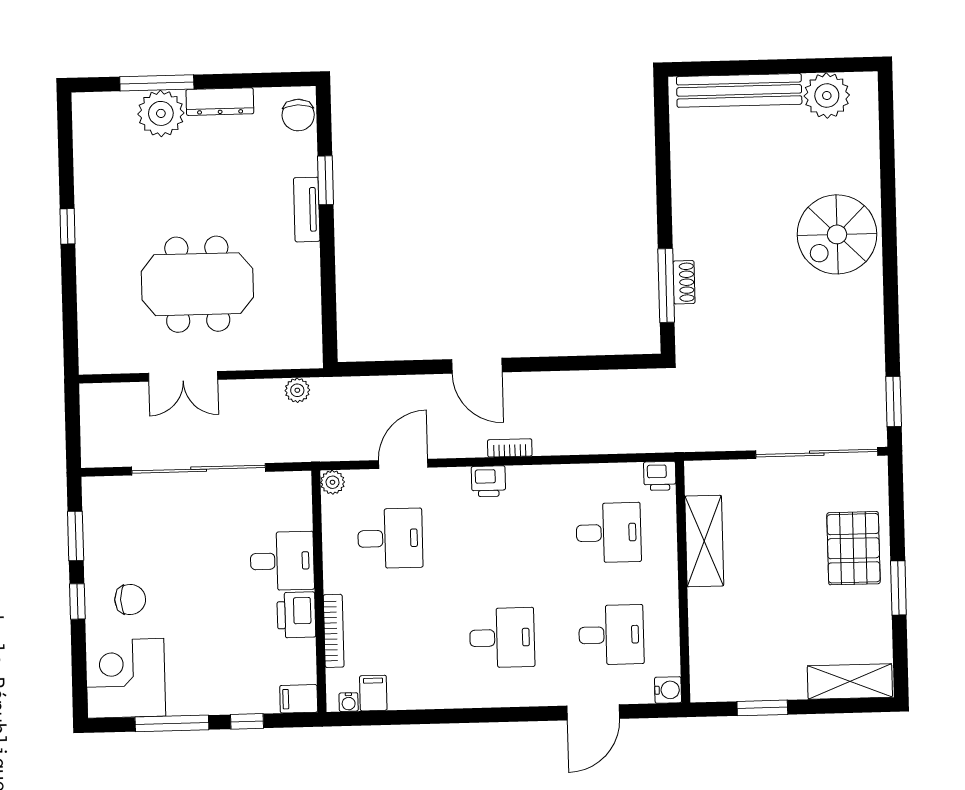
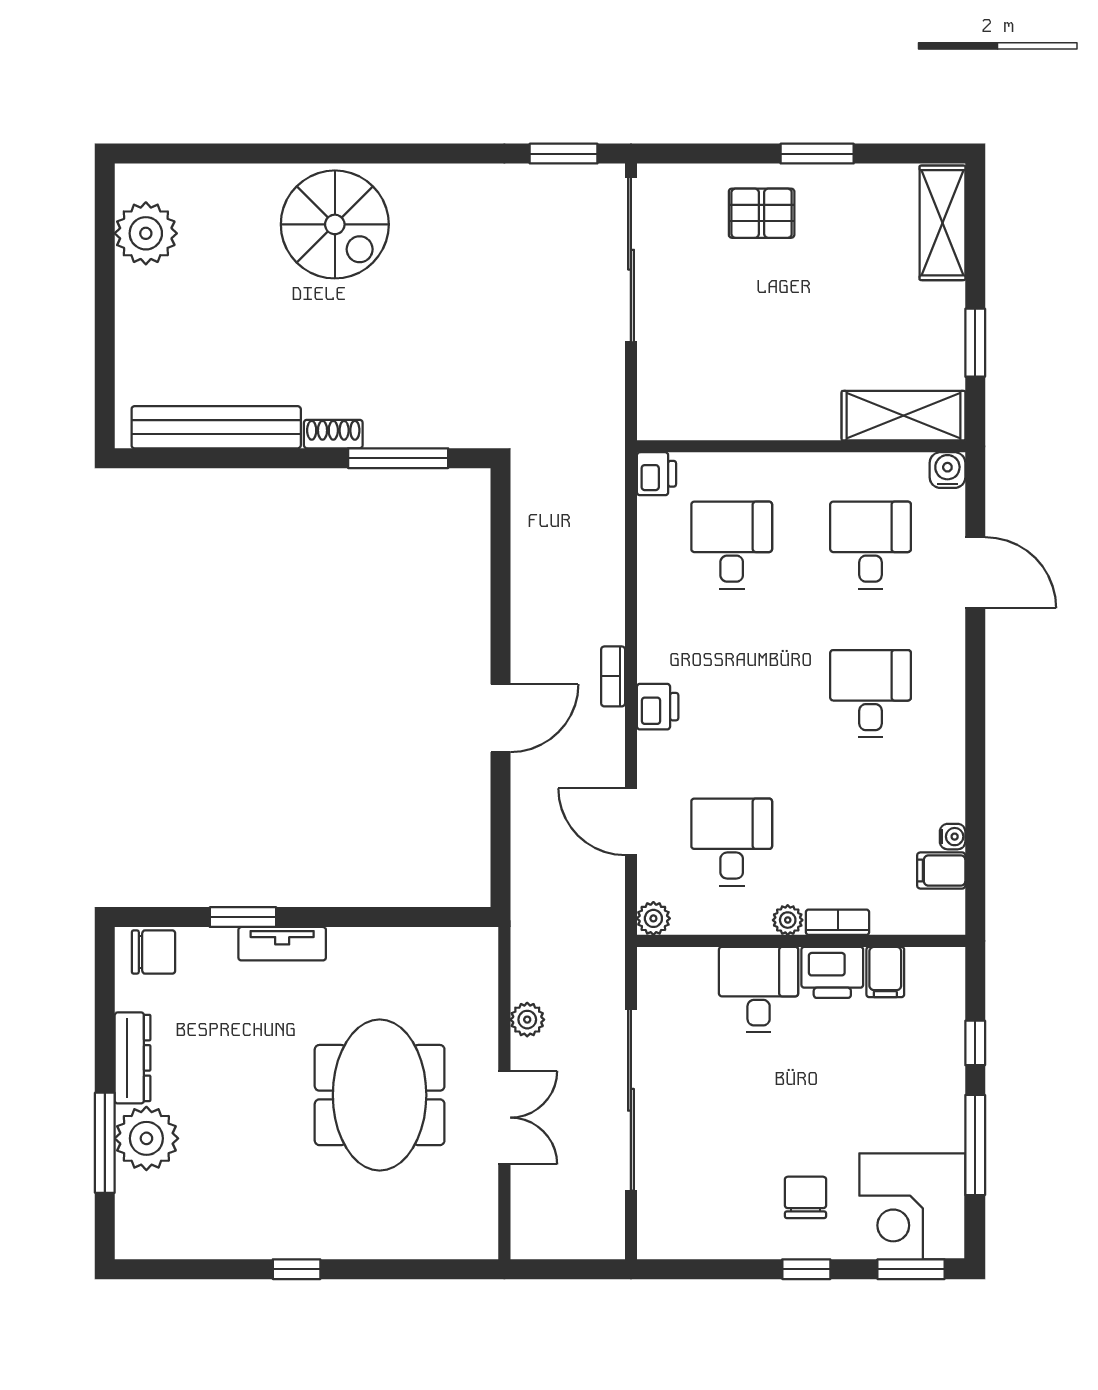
bench: (739, 90) -> (216, 427), moved, turned 90
shoe rack: (684, 282) -> (333, 434), moved
plant: (297, 390) -> (527, 1020), moved
window: (76, 536) -> (911, 1269), moved
shelving: (704, 541) -> (903, 416), moved
pallet: (853, 548) -> (762, 213), width x0.67, depth x0.71
plant: (334, 581) -> (788, 920), added
bookcase: (334, 631) -> (838, 922), width x0.64
filing cabinet: (299, 699) -> (885, 972), moved
water cooler: (349, 702) -> (953, 837), moved

